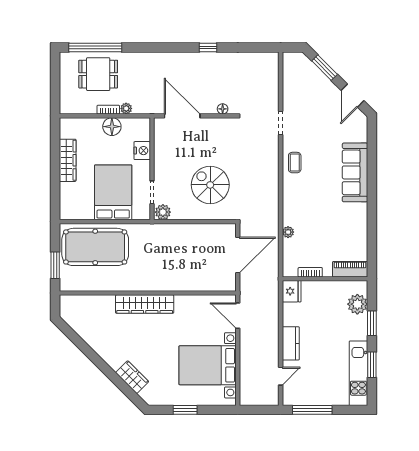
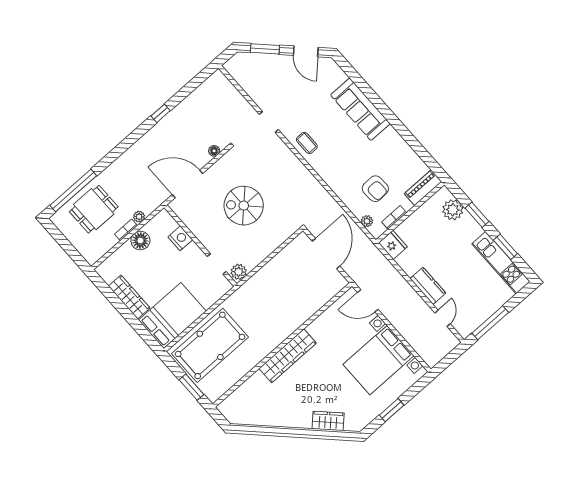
spiral stairs: (210, 185) -> (244, 206), moved
bed: (113, 192) -> (172, 316), moved, turned 90
plant: (288, 232) -> (367, 221), moved
armchair: (315, 239) -> (375, 189), added

